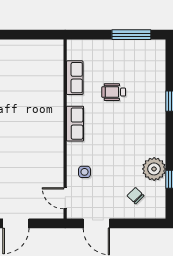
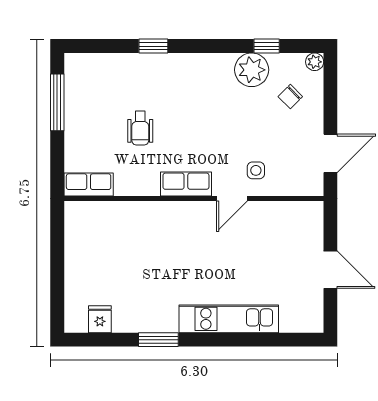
row of seats: (75, 78) -> (89, 184), moved
door: (65, 198) -> (232, 198), moved
plant: (160, 212) -> (315, 62), added

